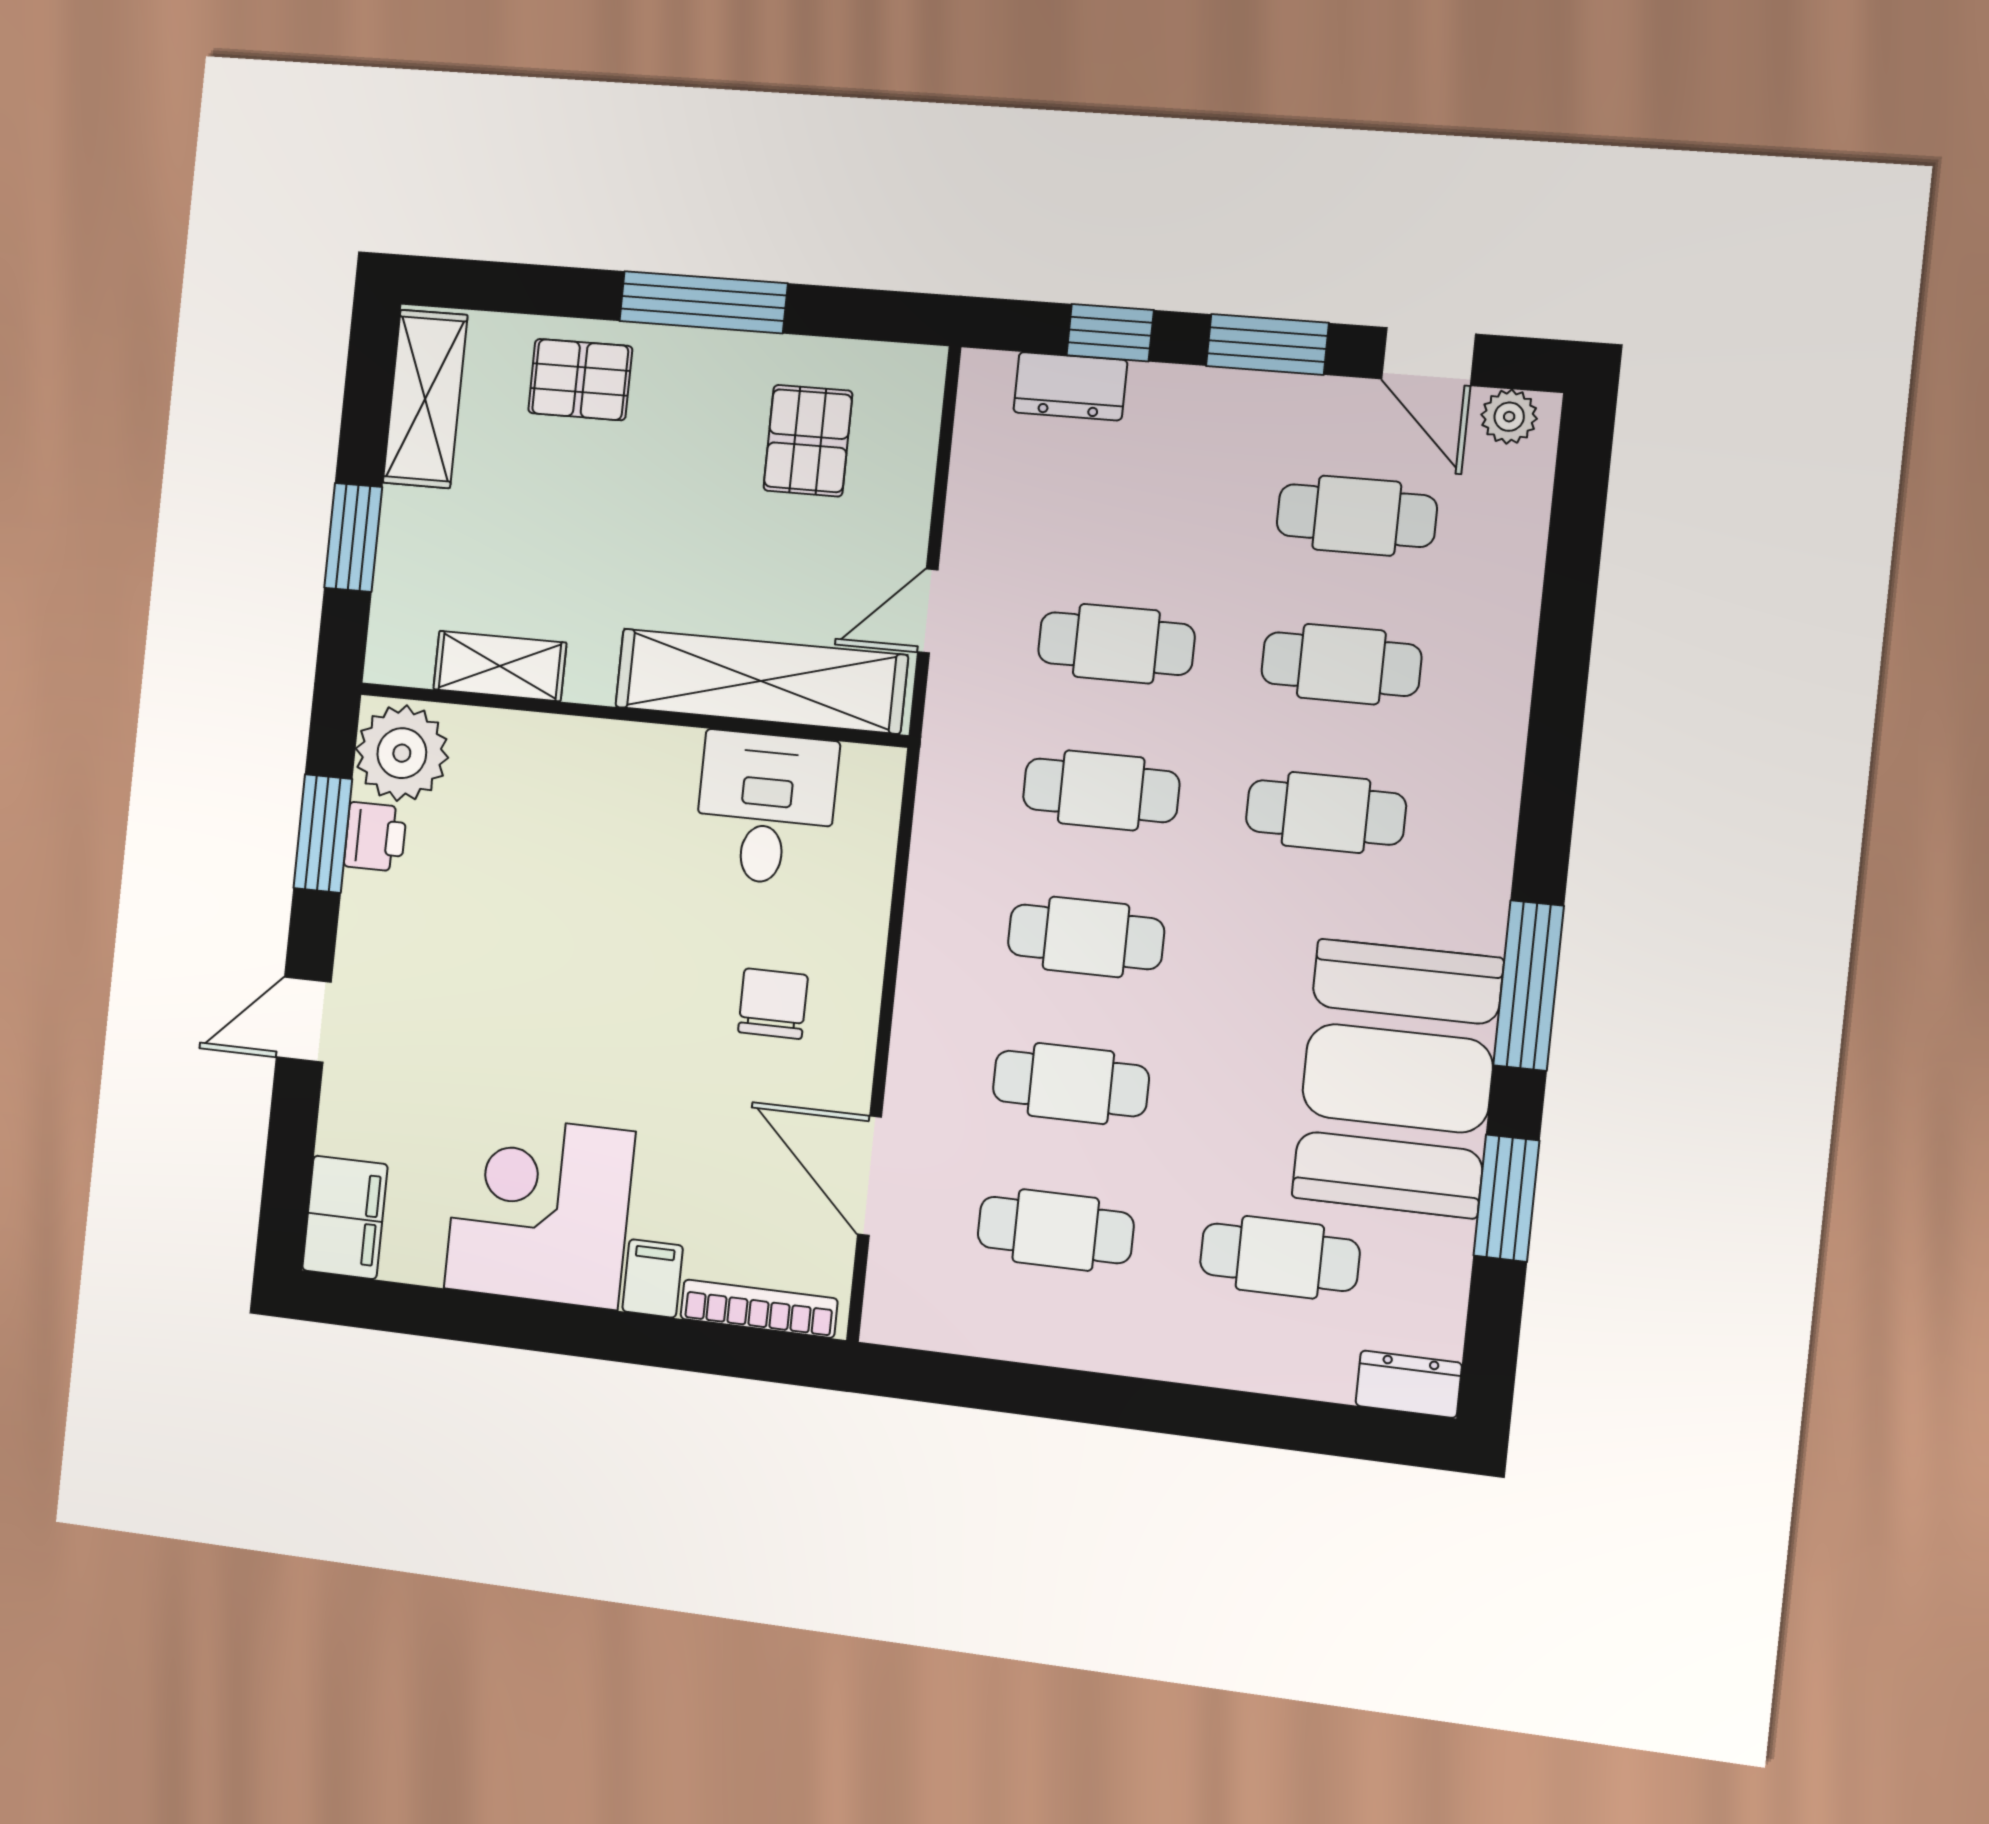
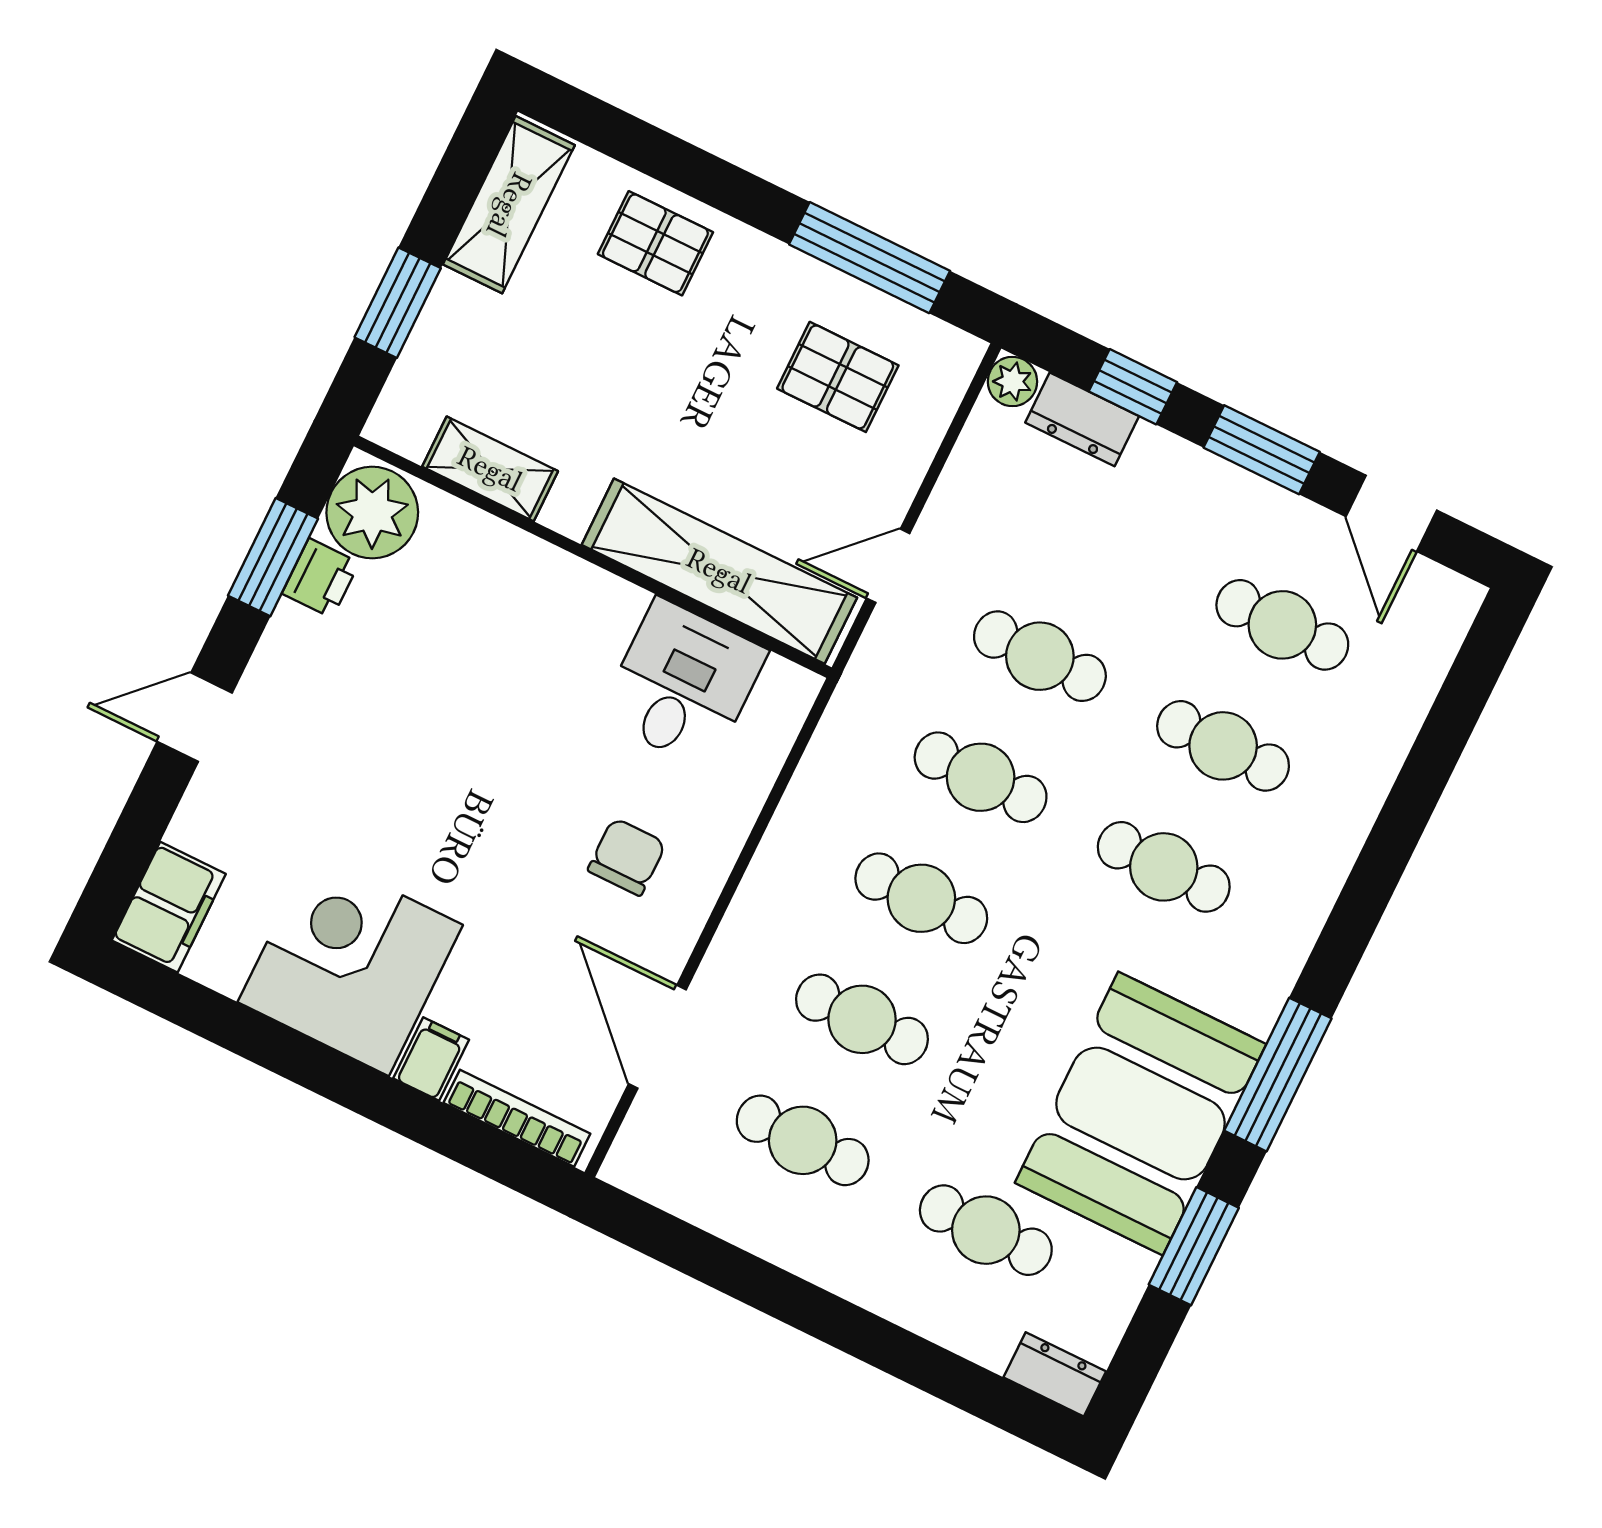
window: (703, 302) -> (870, 258), moved
plant: (1509, 417) -> (1012, 381), moved
pallet: (808, 441) -> (838, 377), turned 90

